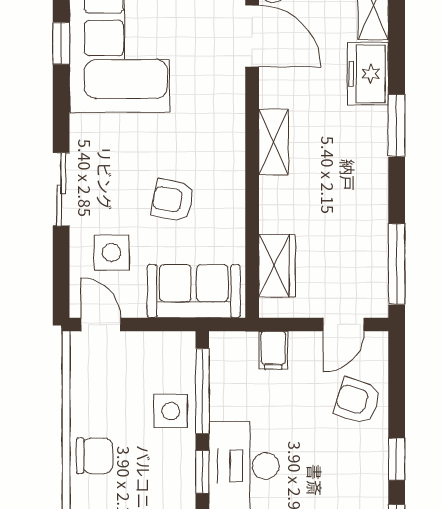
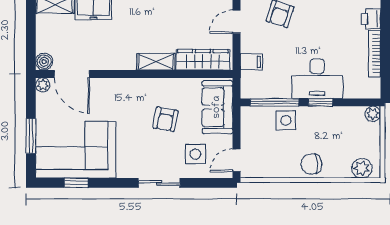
door: (252, 36) -> (72, 74), swing flipped
shelving: (274, 142) -> (156, 62), moved
wardrobe: (277, 266) -> (203, 60), width x1.50
door: (344, 325) -> (236, 22), swing flipped
chair: (94, 456) -> (311, 164), turned -94

